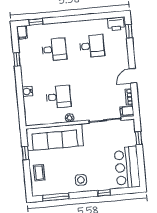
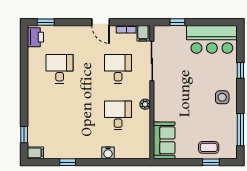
desk: (54, 49) -> (118, 69), moved
sofa: (55, 137) -> (164, 140), width x0.54, depth x0.79
window: (25, 153) -> (211, 162), moved

